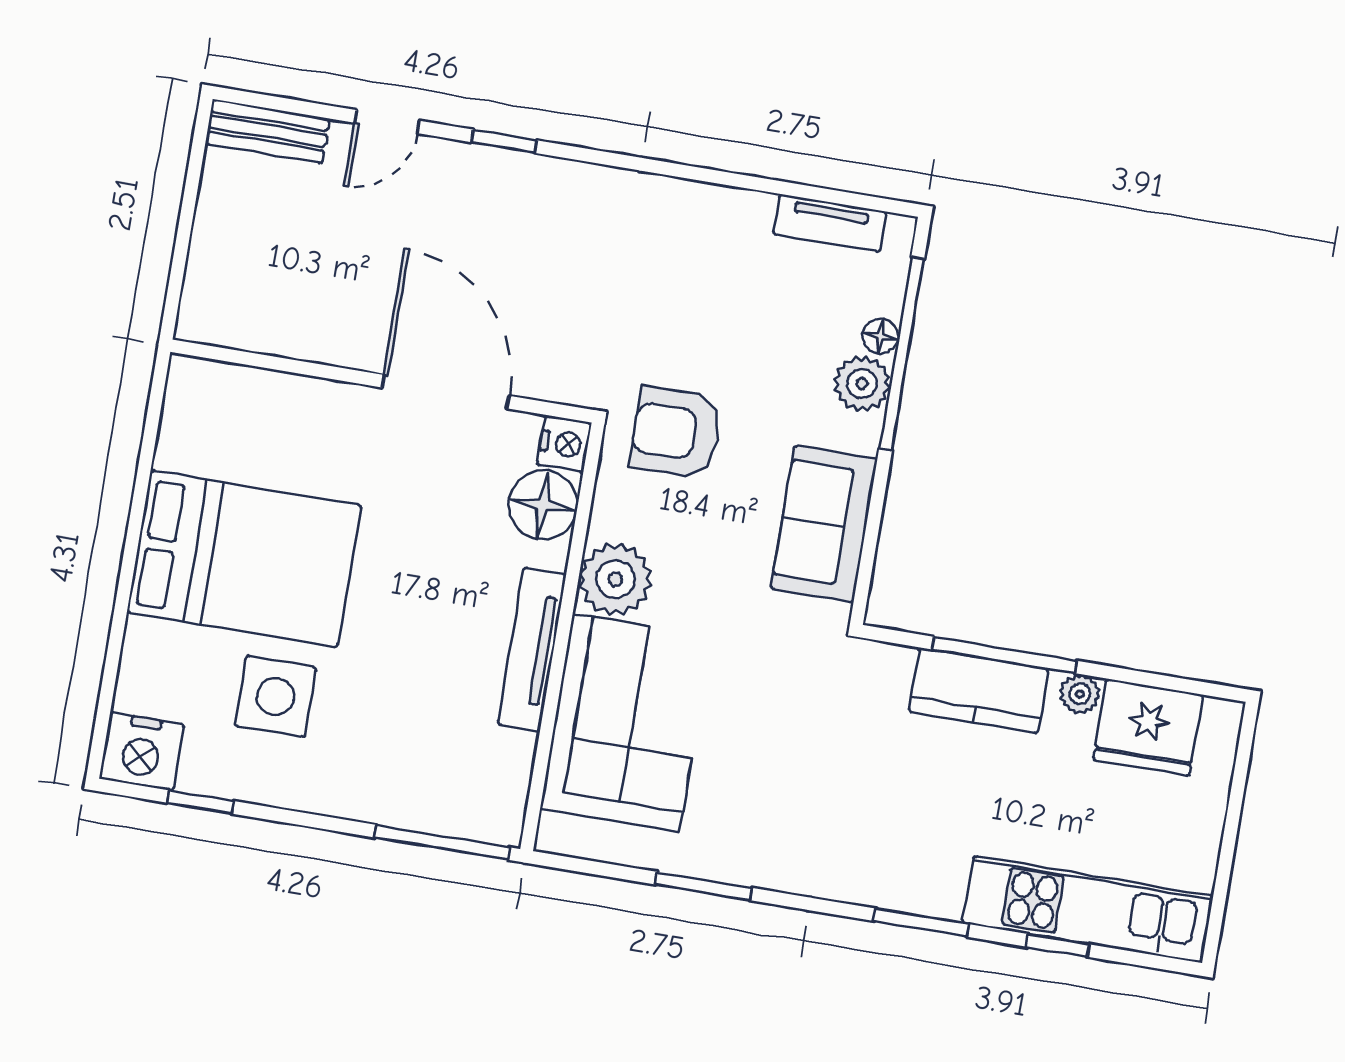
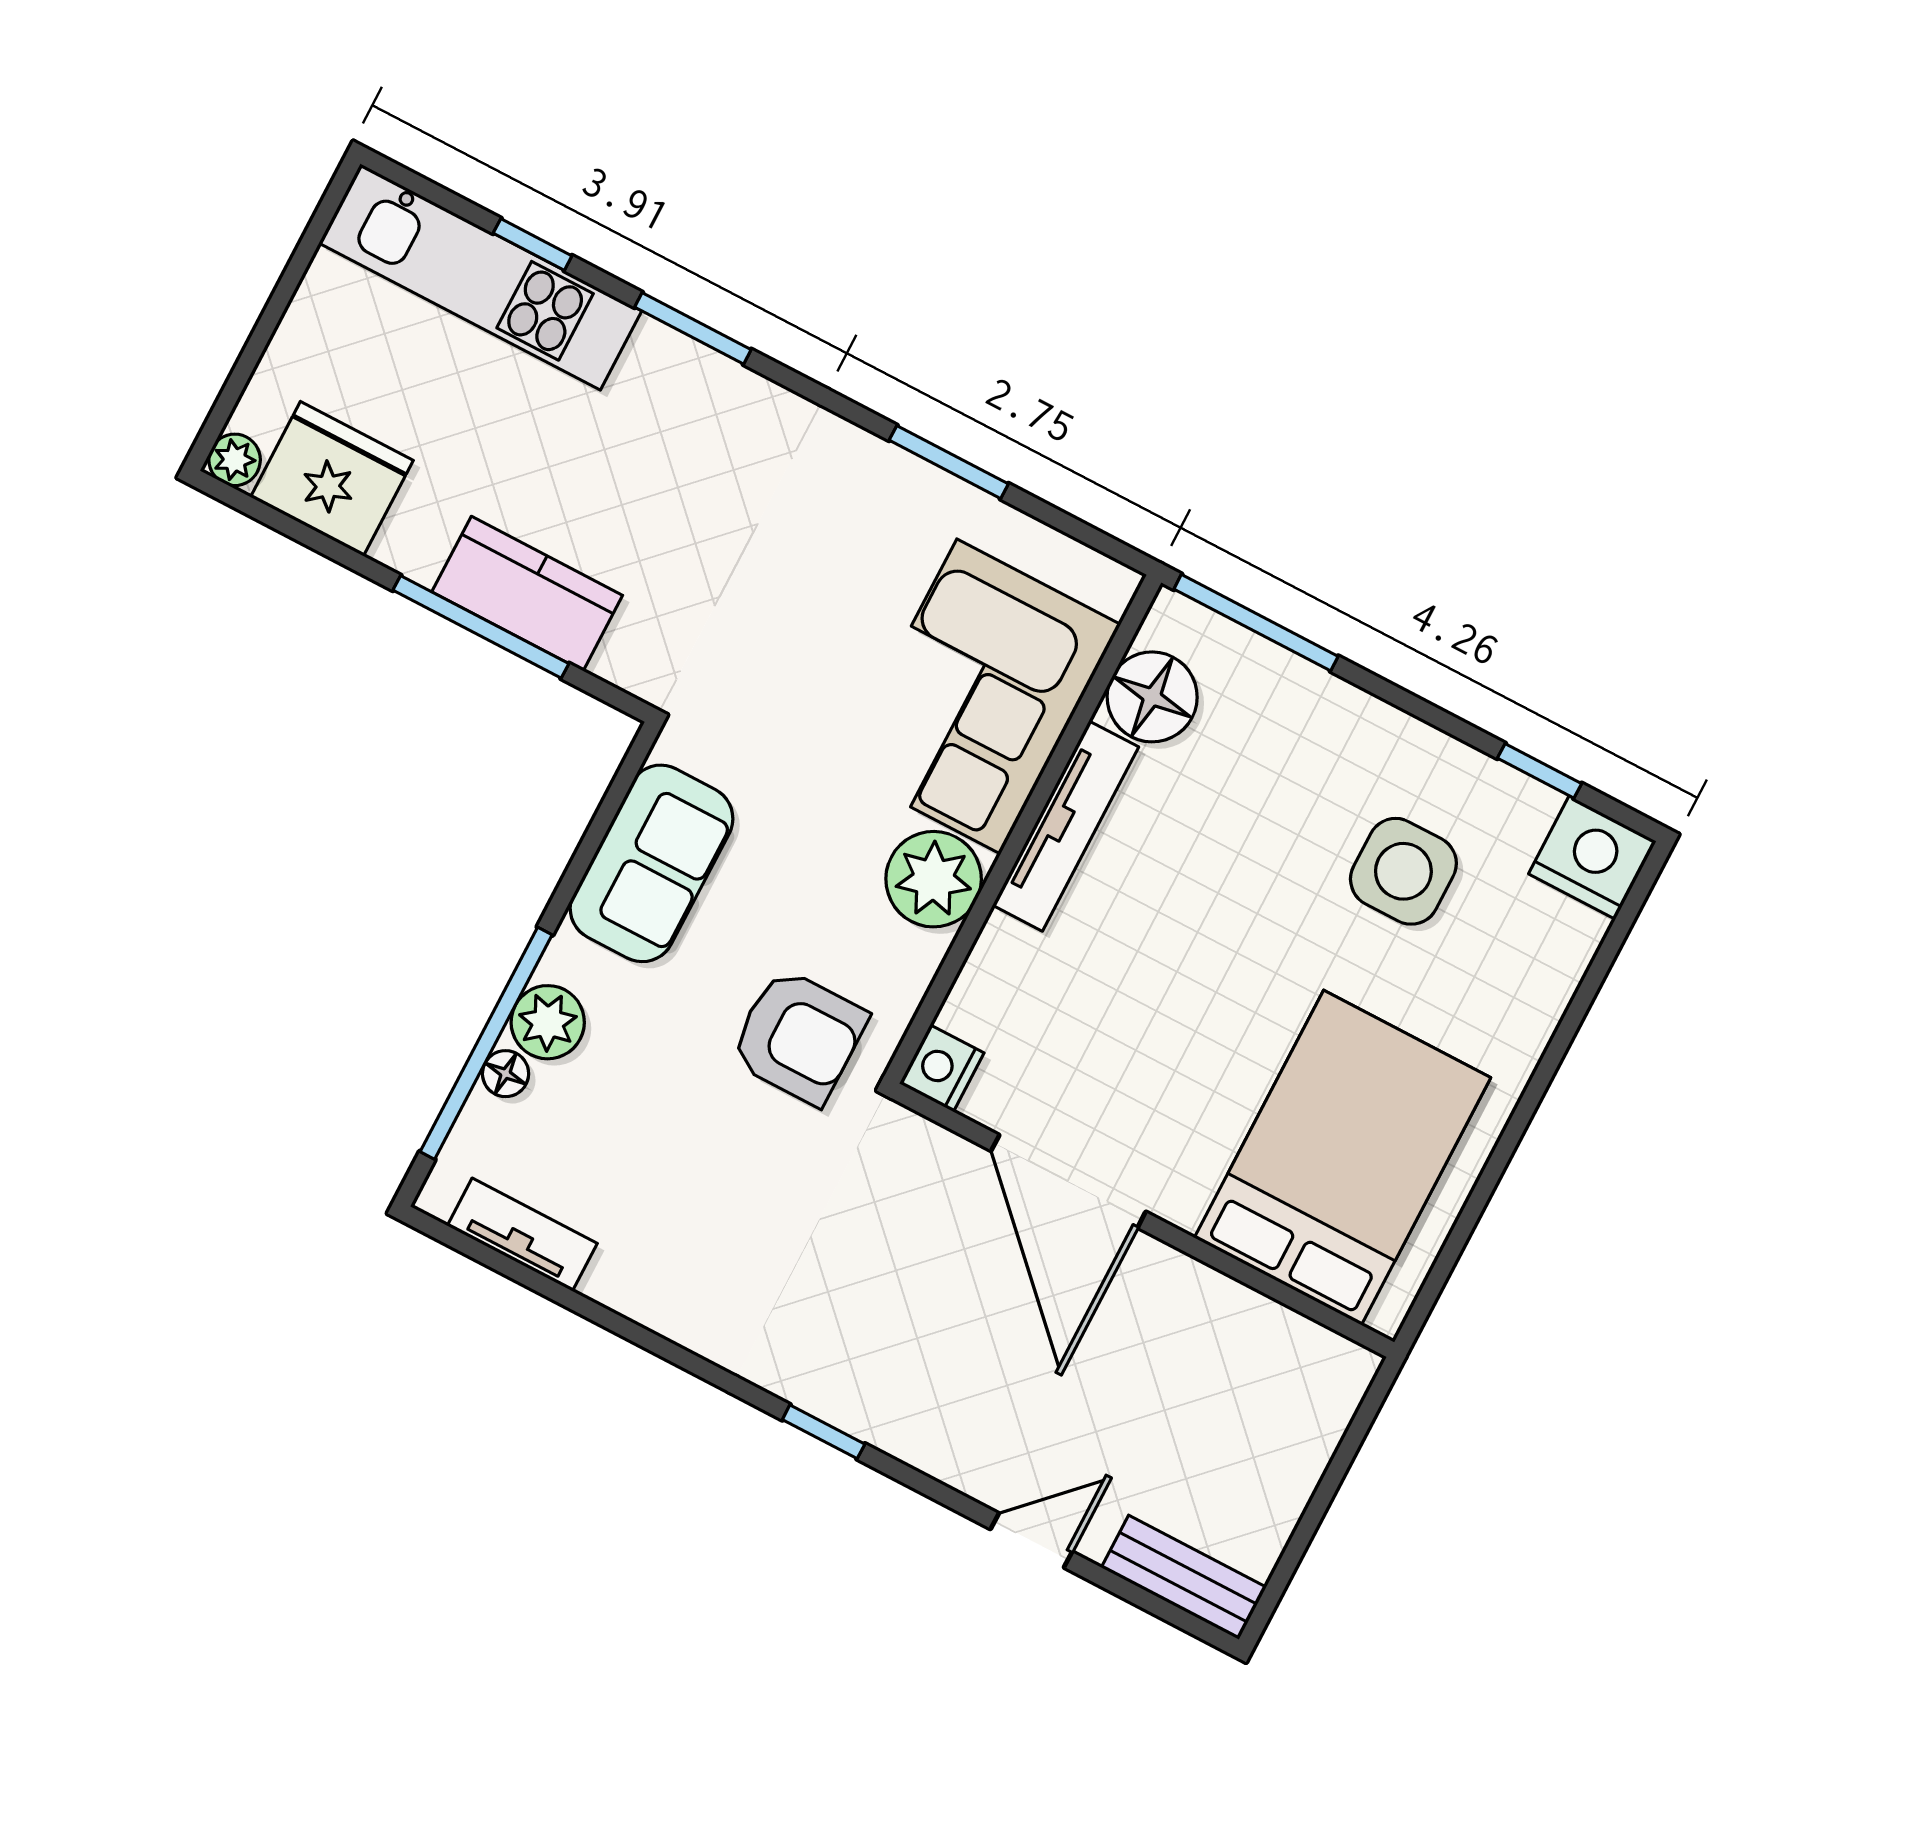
window: (504, 141) -> (824, 1432), moved
floor lamp: (543, 505) -> (1152, 697), moved
bed: (244, 559) -> (1343, 1158), moved, turned 90
plant: (1080, 694) -> (235, 460), moved

